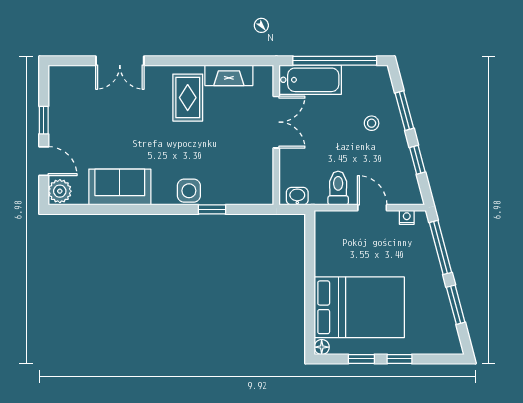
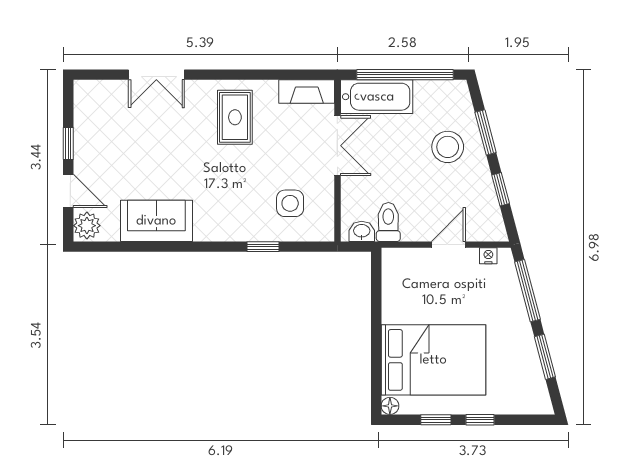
fireplace: (229, 75) -> (307, 92), moved
stool: (372, 123) -> (448, 147), width x1.89, depth x1.89
toilet: (338, 188) -> (388, 222), moved
side table: (189, 191) -> (290, 203), moved
door: (372, 208) -> (448, 245), hinge flipped

